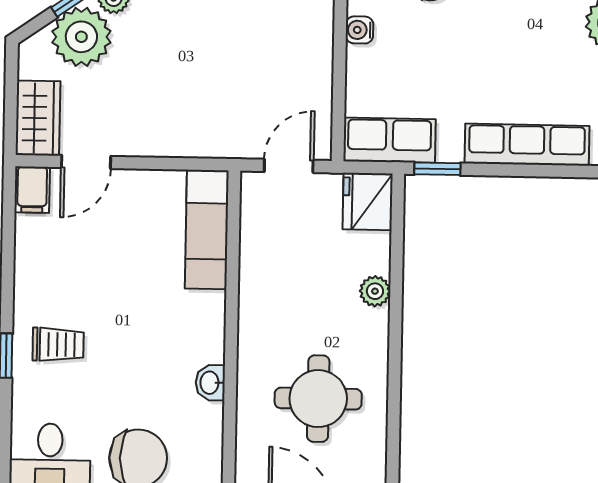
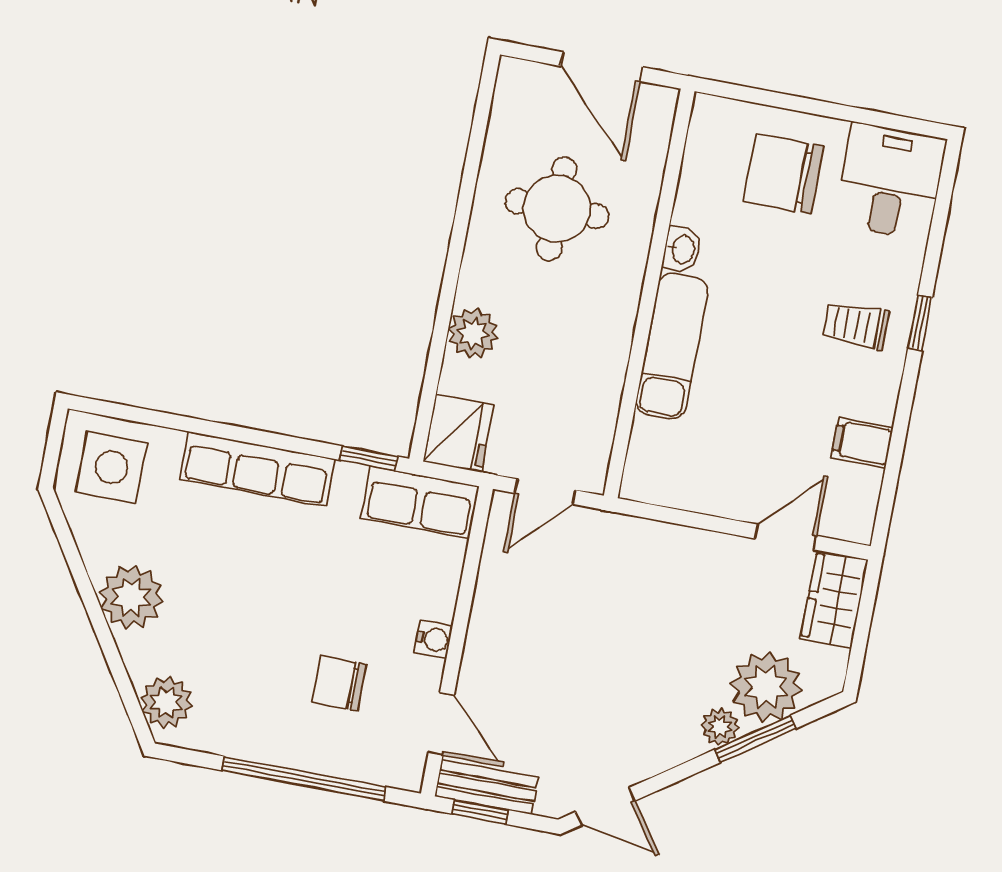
filing cabinet: (32, 190) -> (862, 443), moved, turned -90
exam couch: (207, 230) -> (672, 346), moved
plant: (375, 291) -> (473, 333), width x1.38, depth x1.38

